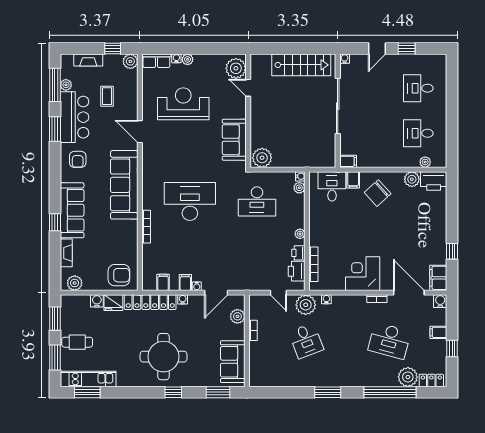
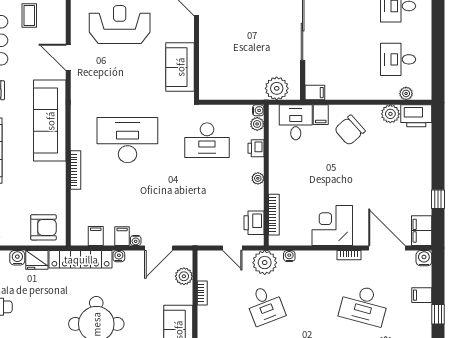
plant: (262, 158) -> (277, 88), moved
printer: (298, 253) -> (256, 148), moved

